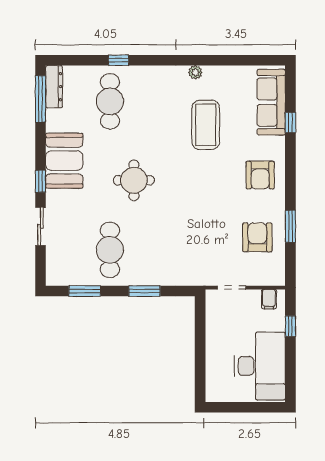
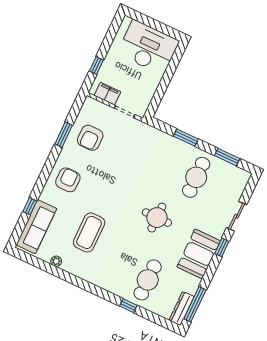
plant: (195, 72) -> (56, 261), moved
filing cabinet: (269, 299) -> (107, 94), width x2.00
desk: (260, 366) -> (148, 47), moved, turned 90

